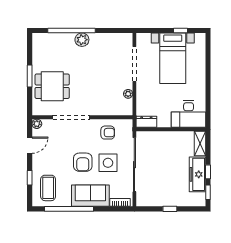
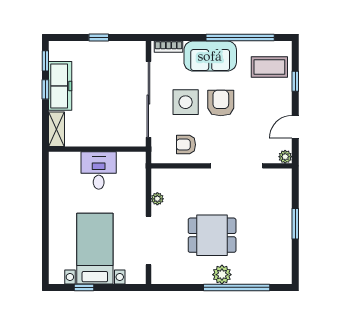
dining table: (52, 86) -> (212, 235), moved
desk: (189, 114) -> (99, 170), moved, width x0.73
dresser: (146, 122) -> (132, 160), removed
coffee table: (48, 188) -> (269, 67), turned 90

